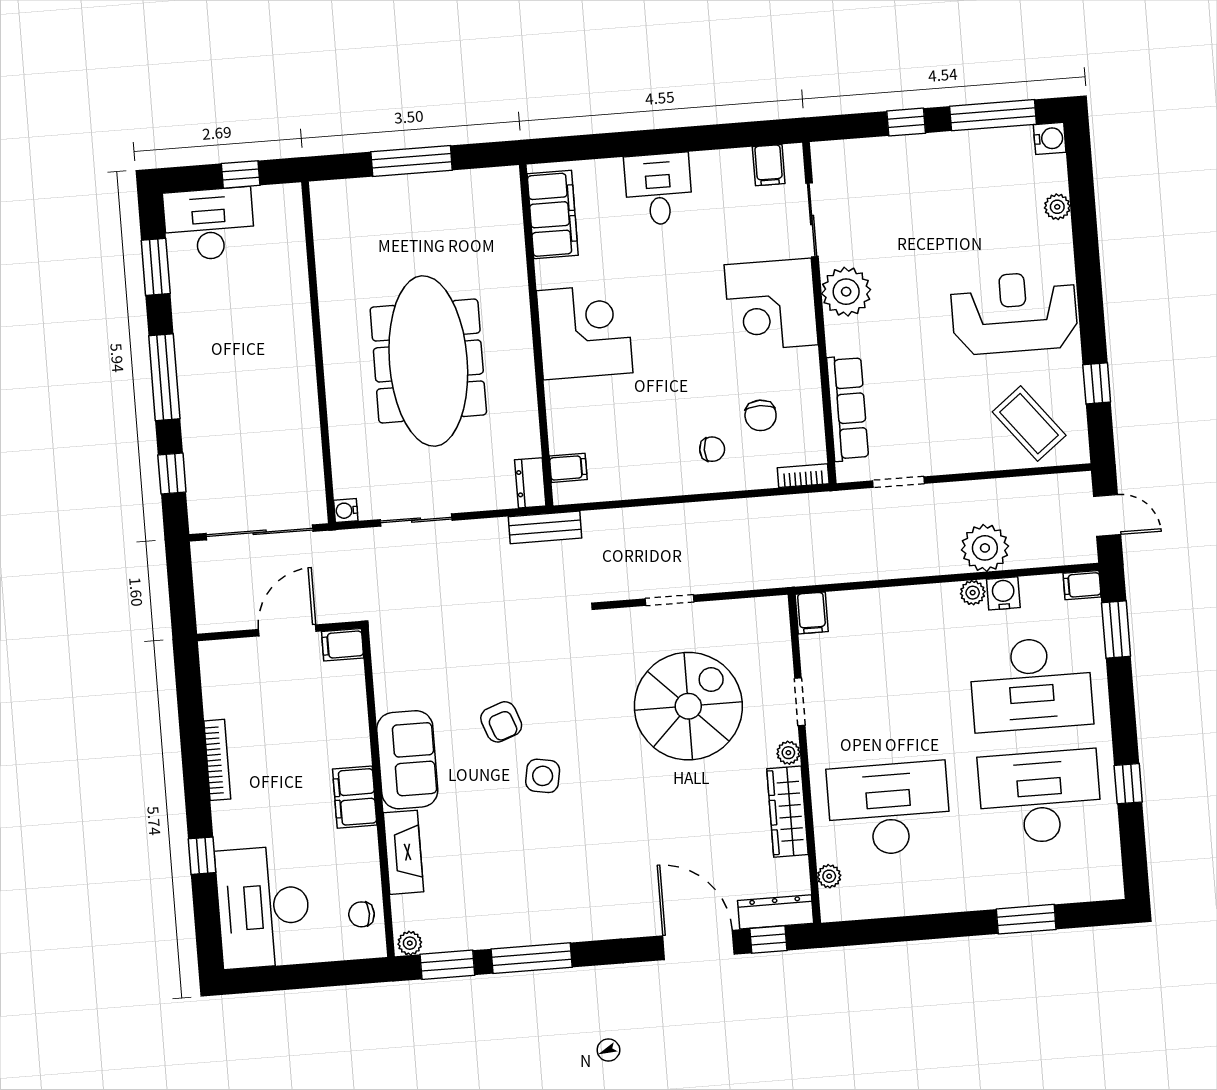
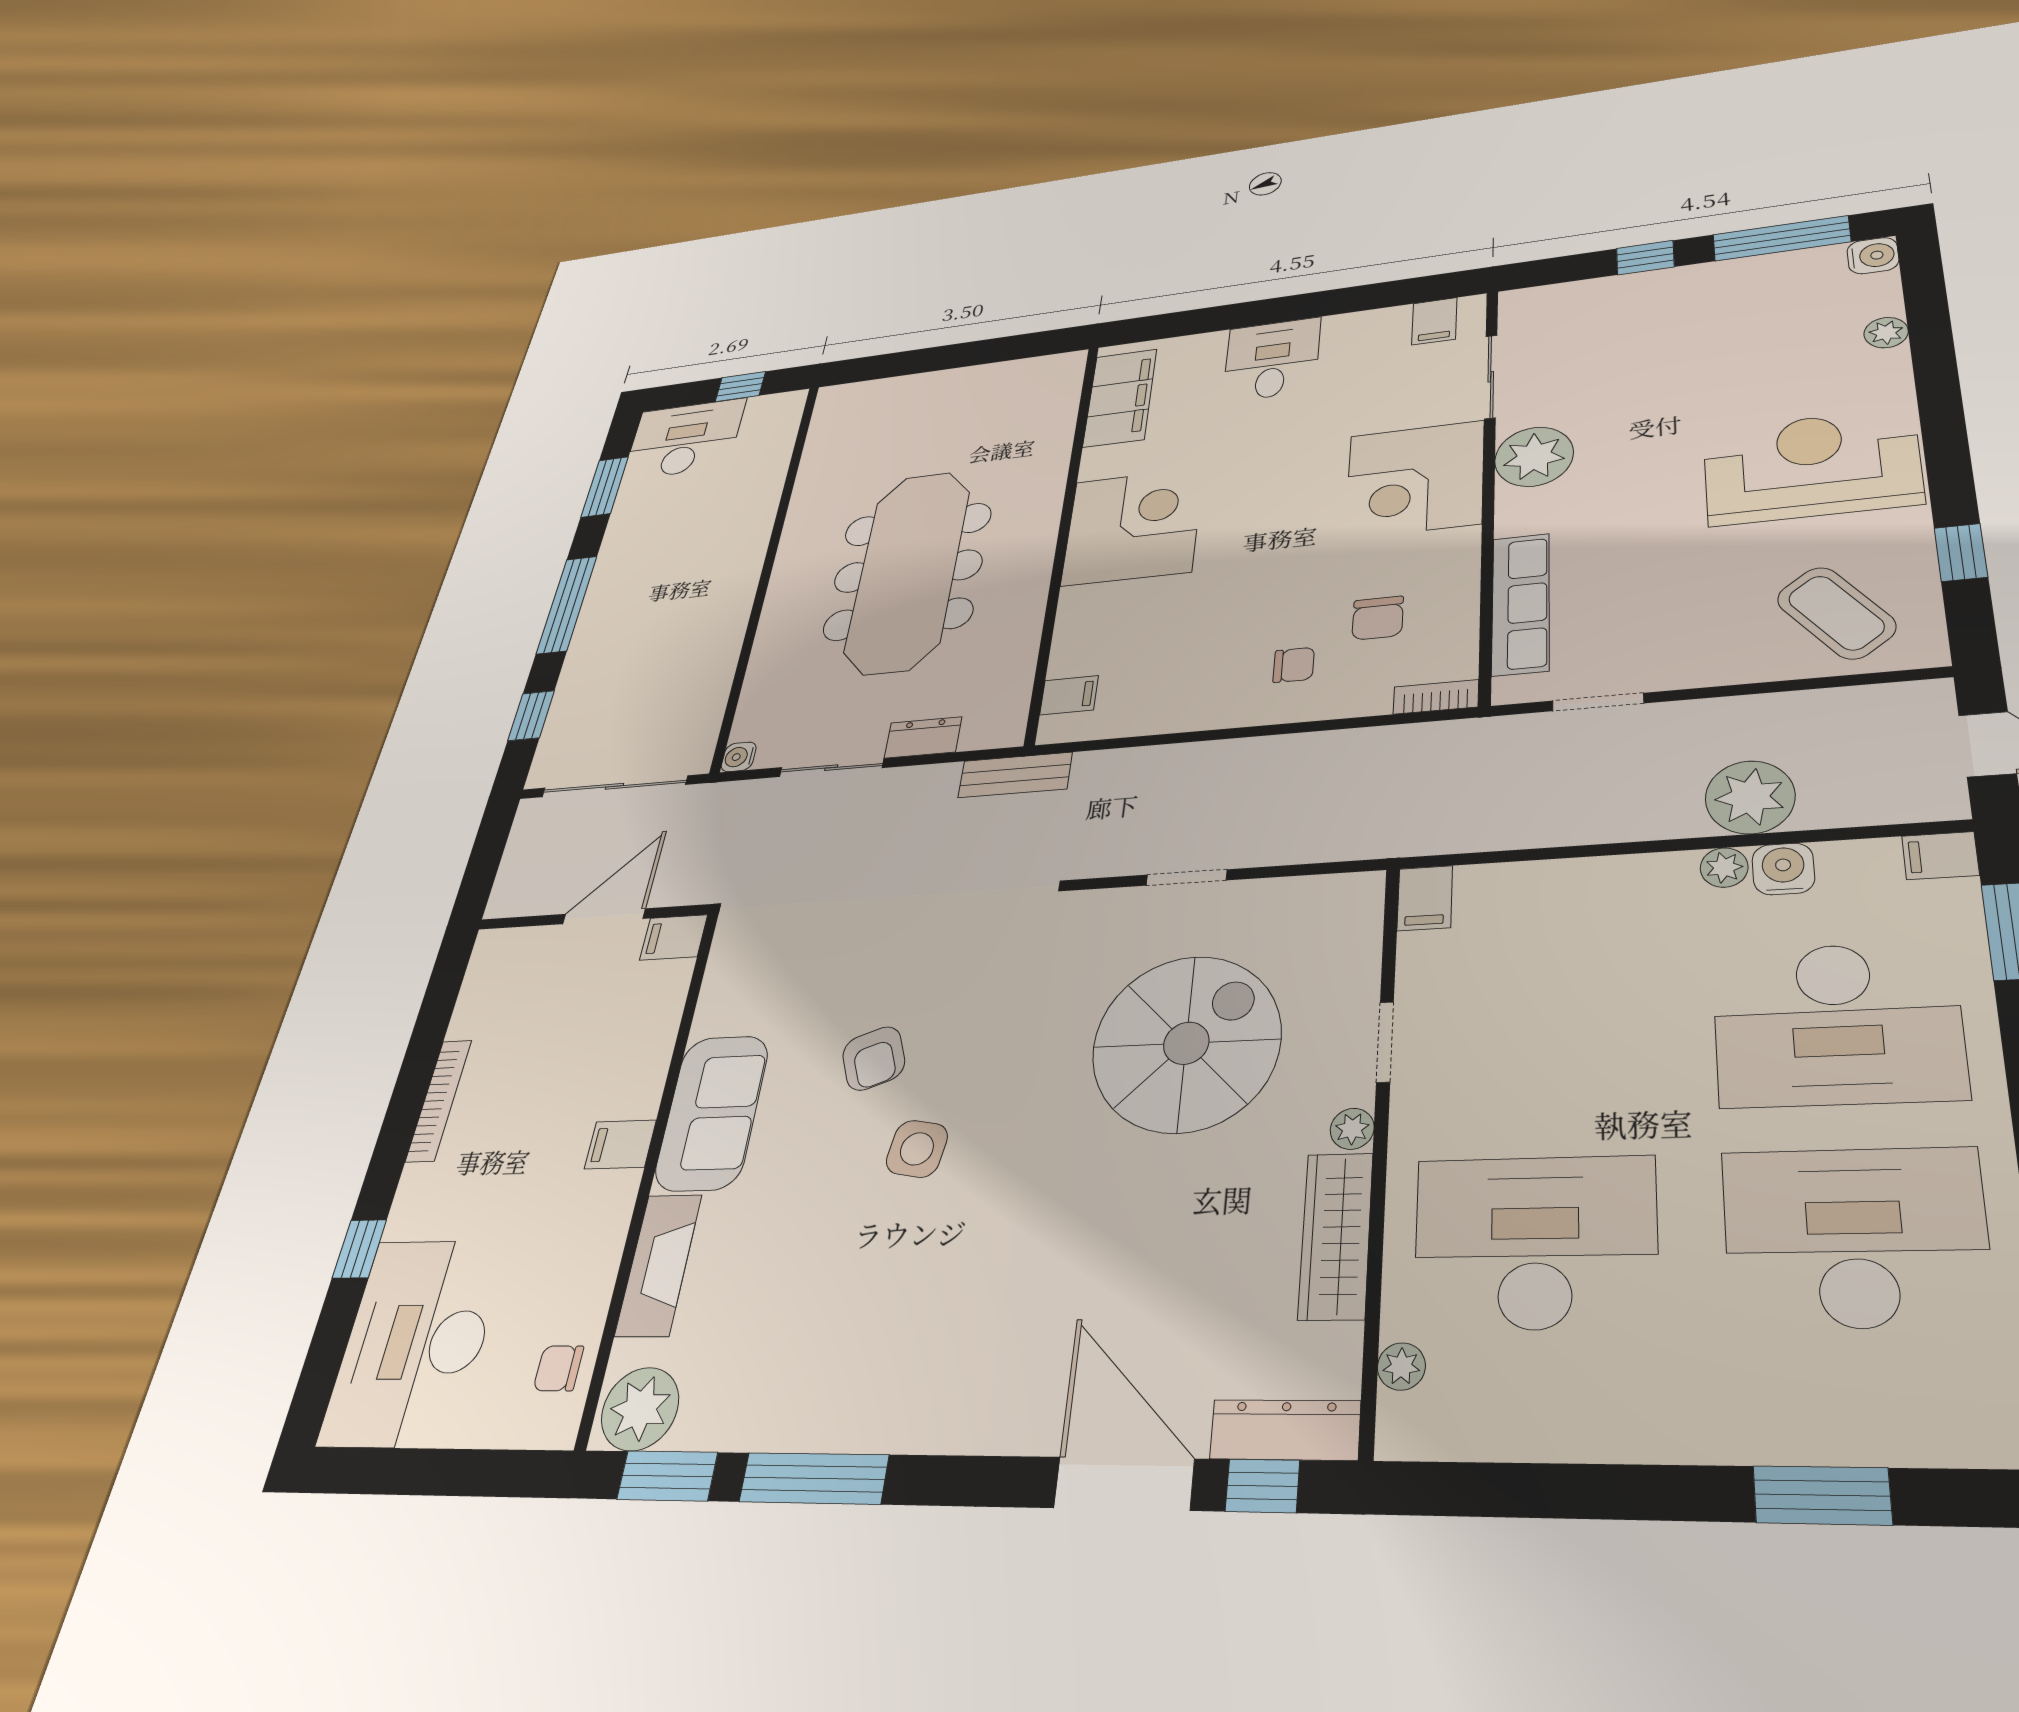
window: (412, 161) -> (952, 356), removed
dresser: (530, 483) -> (923, 737), moved, turned 90
filing cabinet: (355, 797) -> (620, 1144), width x0.50
plant: (410, 943) -> (640, 1409), width x1.88, depth x1.88

